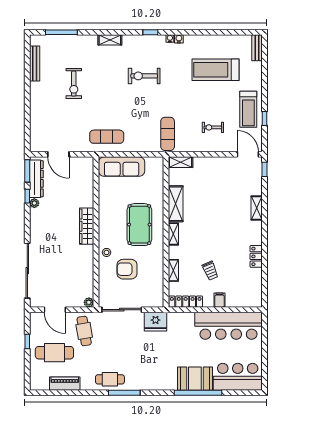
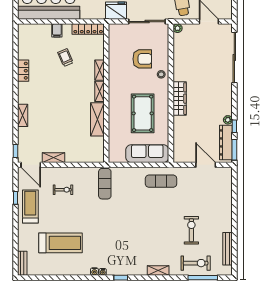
exercise bike: (144, 76) -> (196, 263), moved
shelving: (180, 162) -> (54, 158), moved
pool table: (139, 225) -> (143, 113), moved
shelving: (173, 270) -> (99, 70), moved

